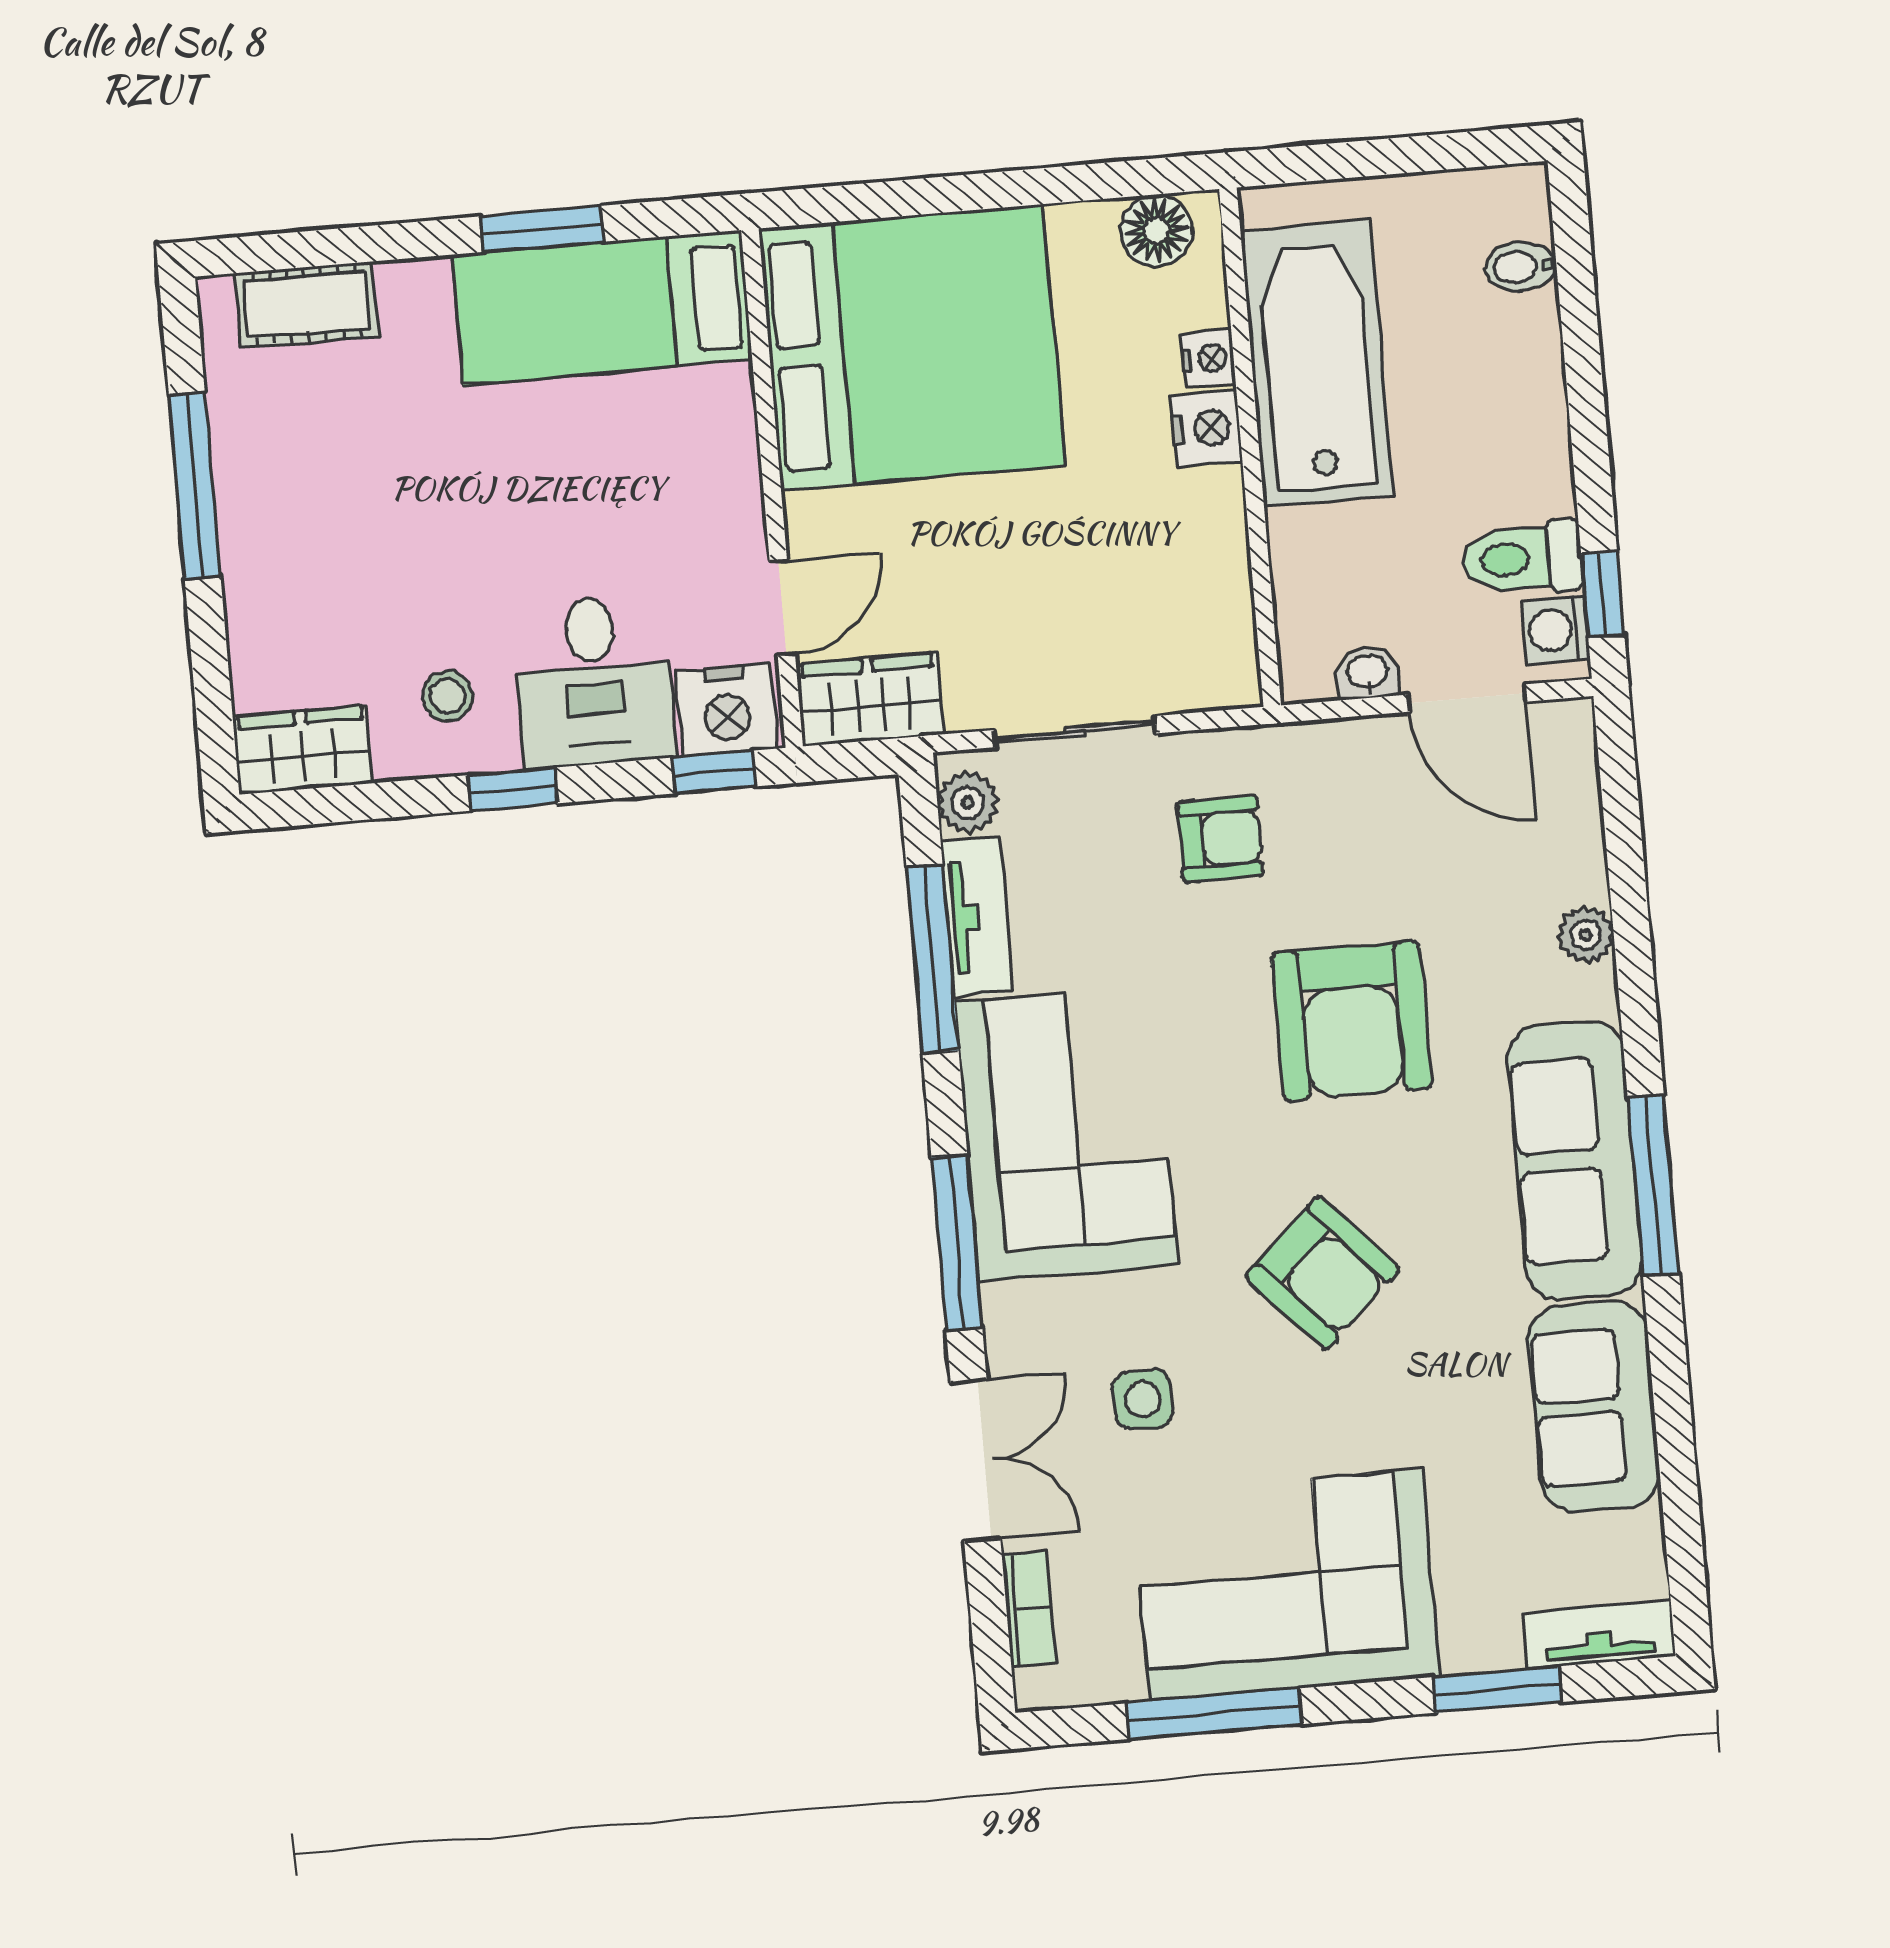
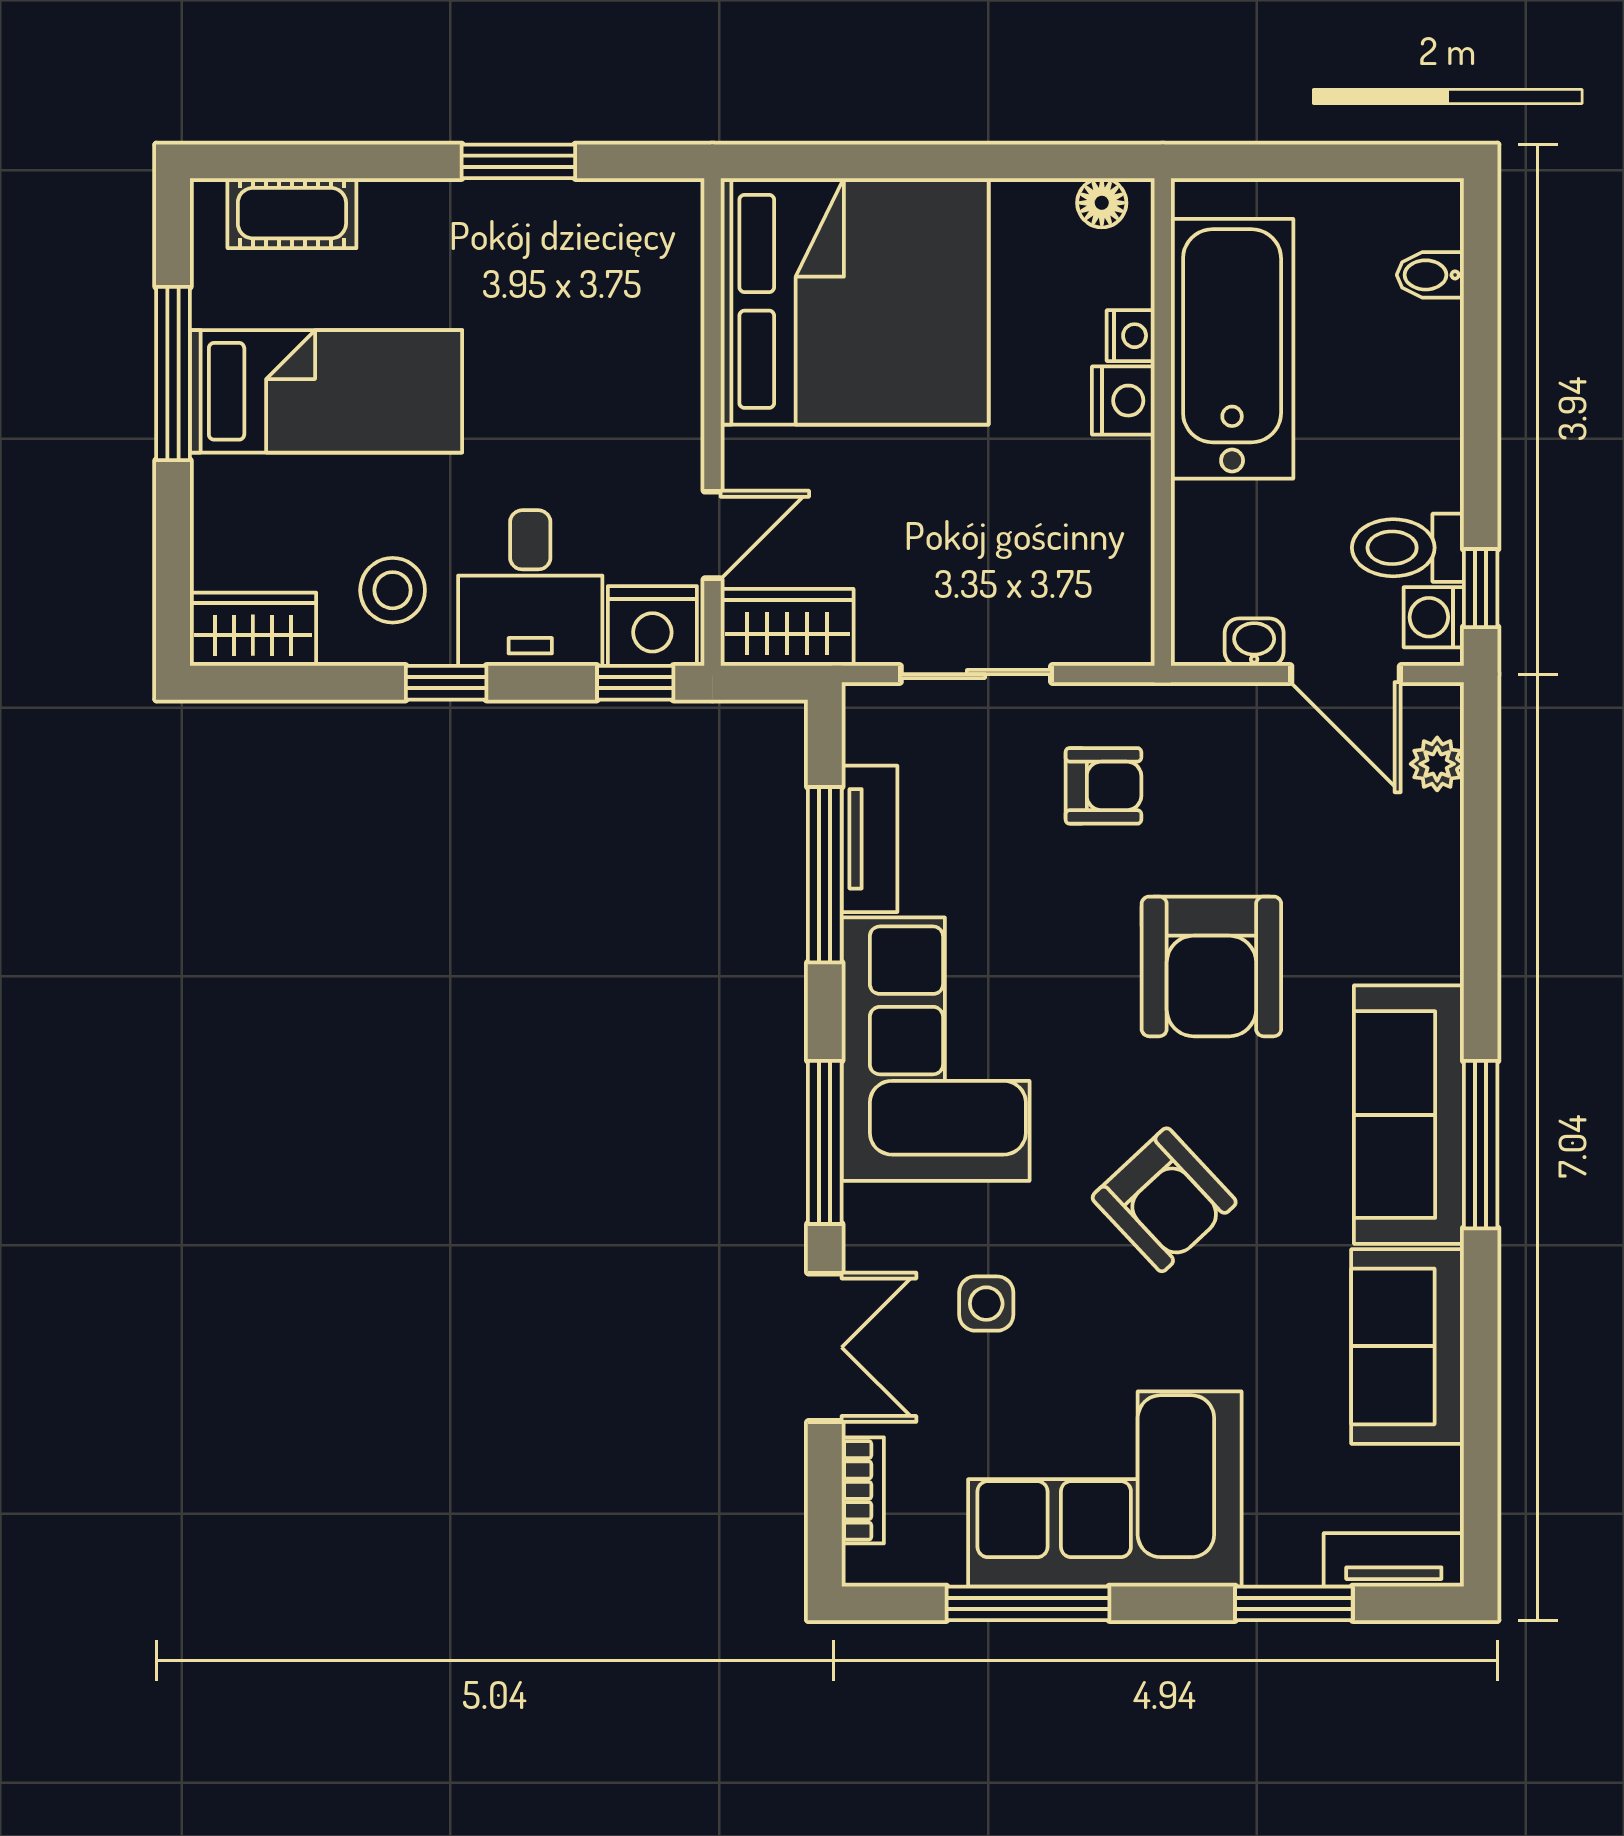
floor lamp: (1157, 230) -> (1102, 203), width x0.73, depth x0.73
bed: (602, 307) -> (326, 391), moved, turned 180
stool: (448, 696) -> (393, 590), width x1.37, depth x1.37
plant: (968, 803) -> (870, 732), removed
plant: (1585, 935) -> (1437, 764), moved

